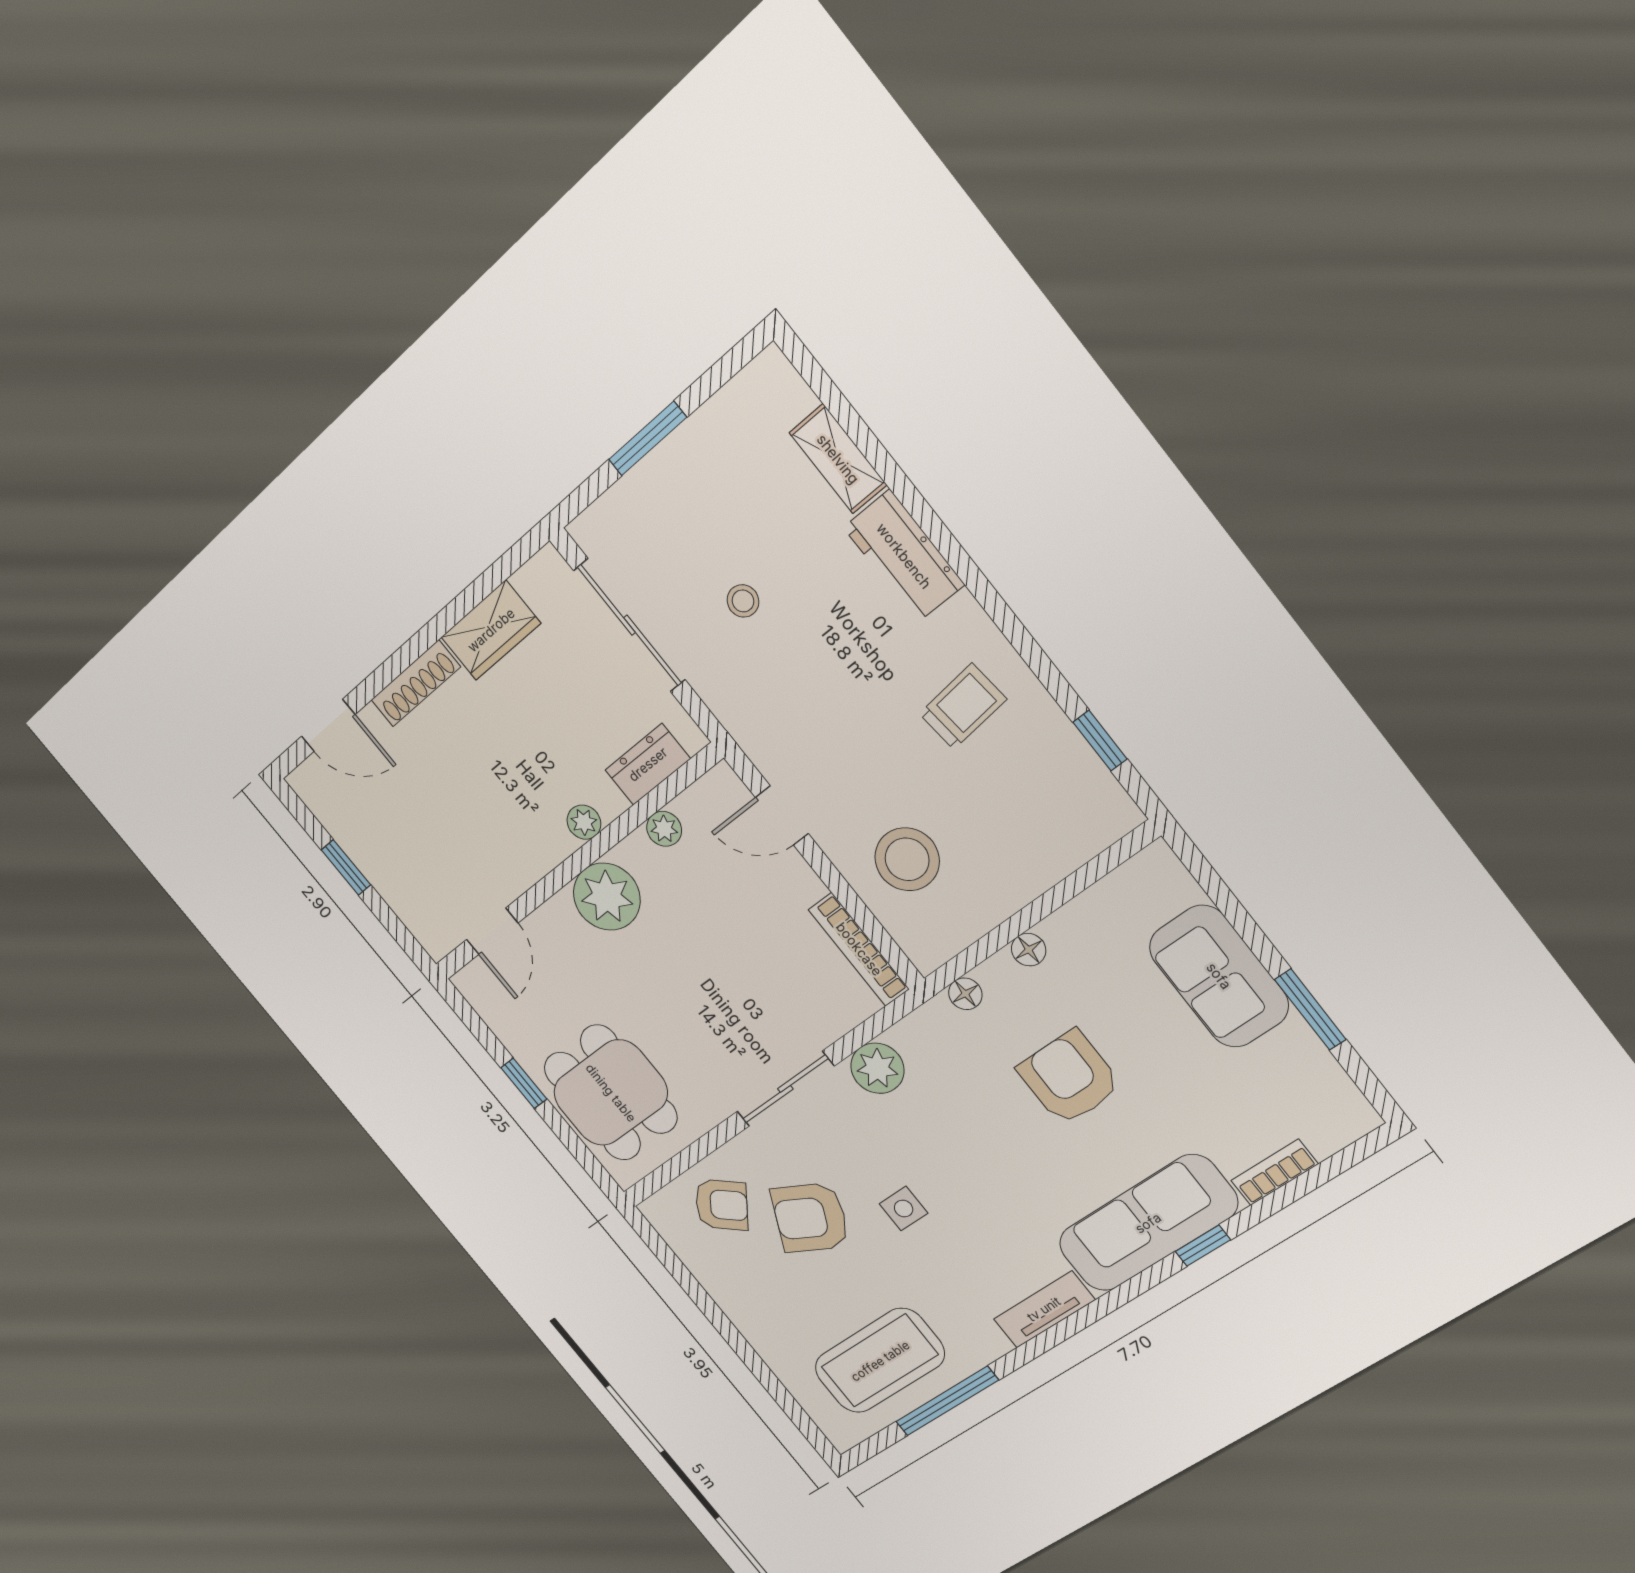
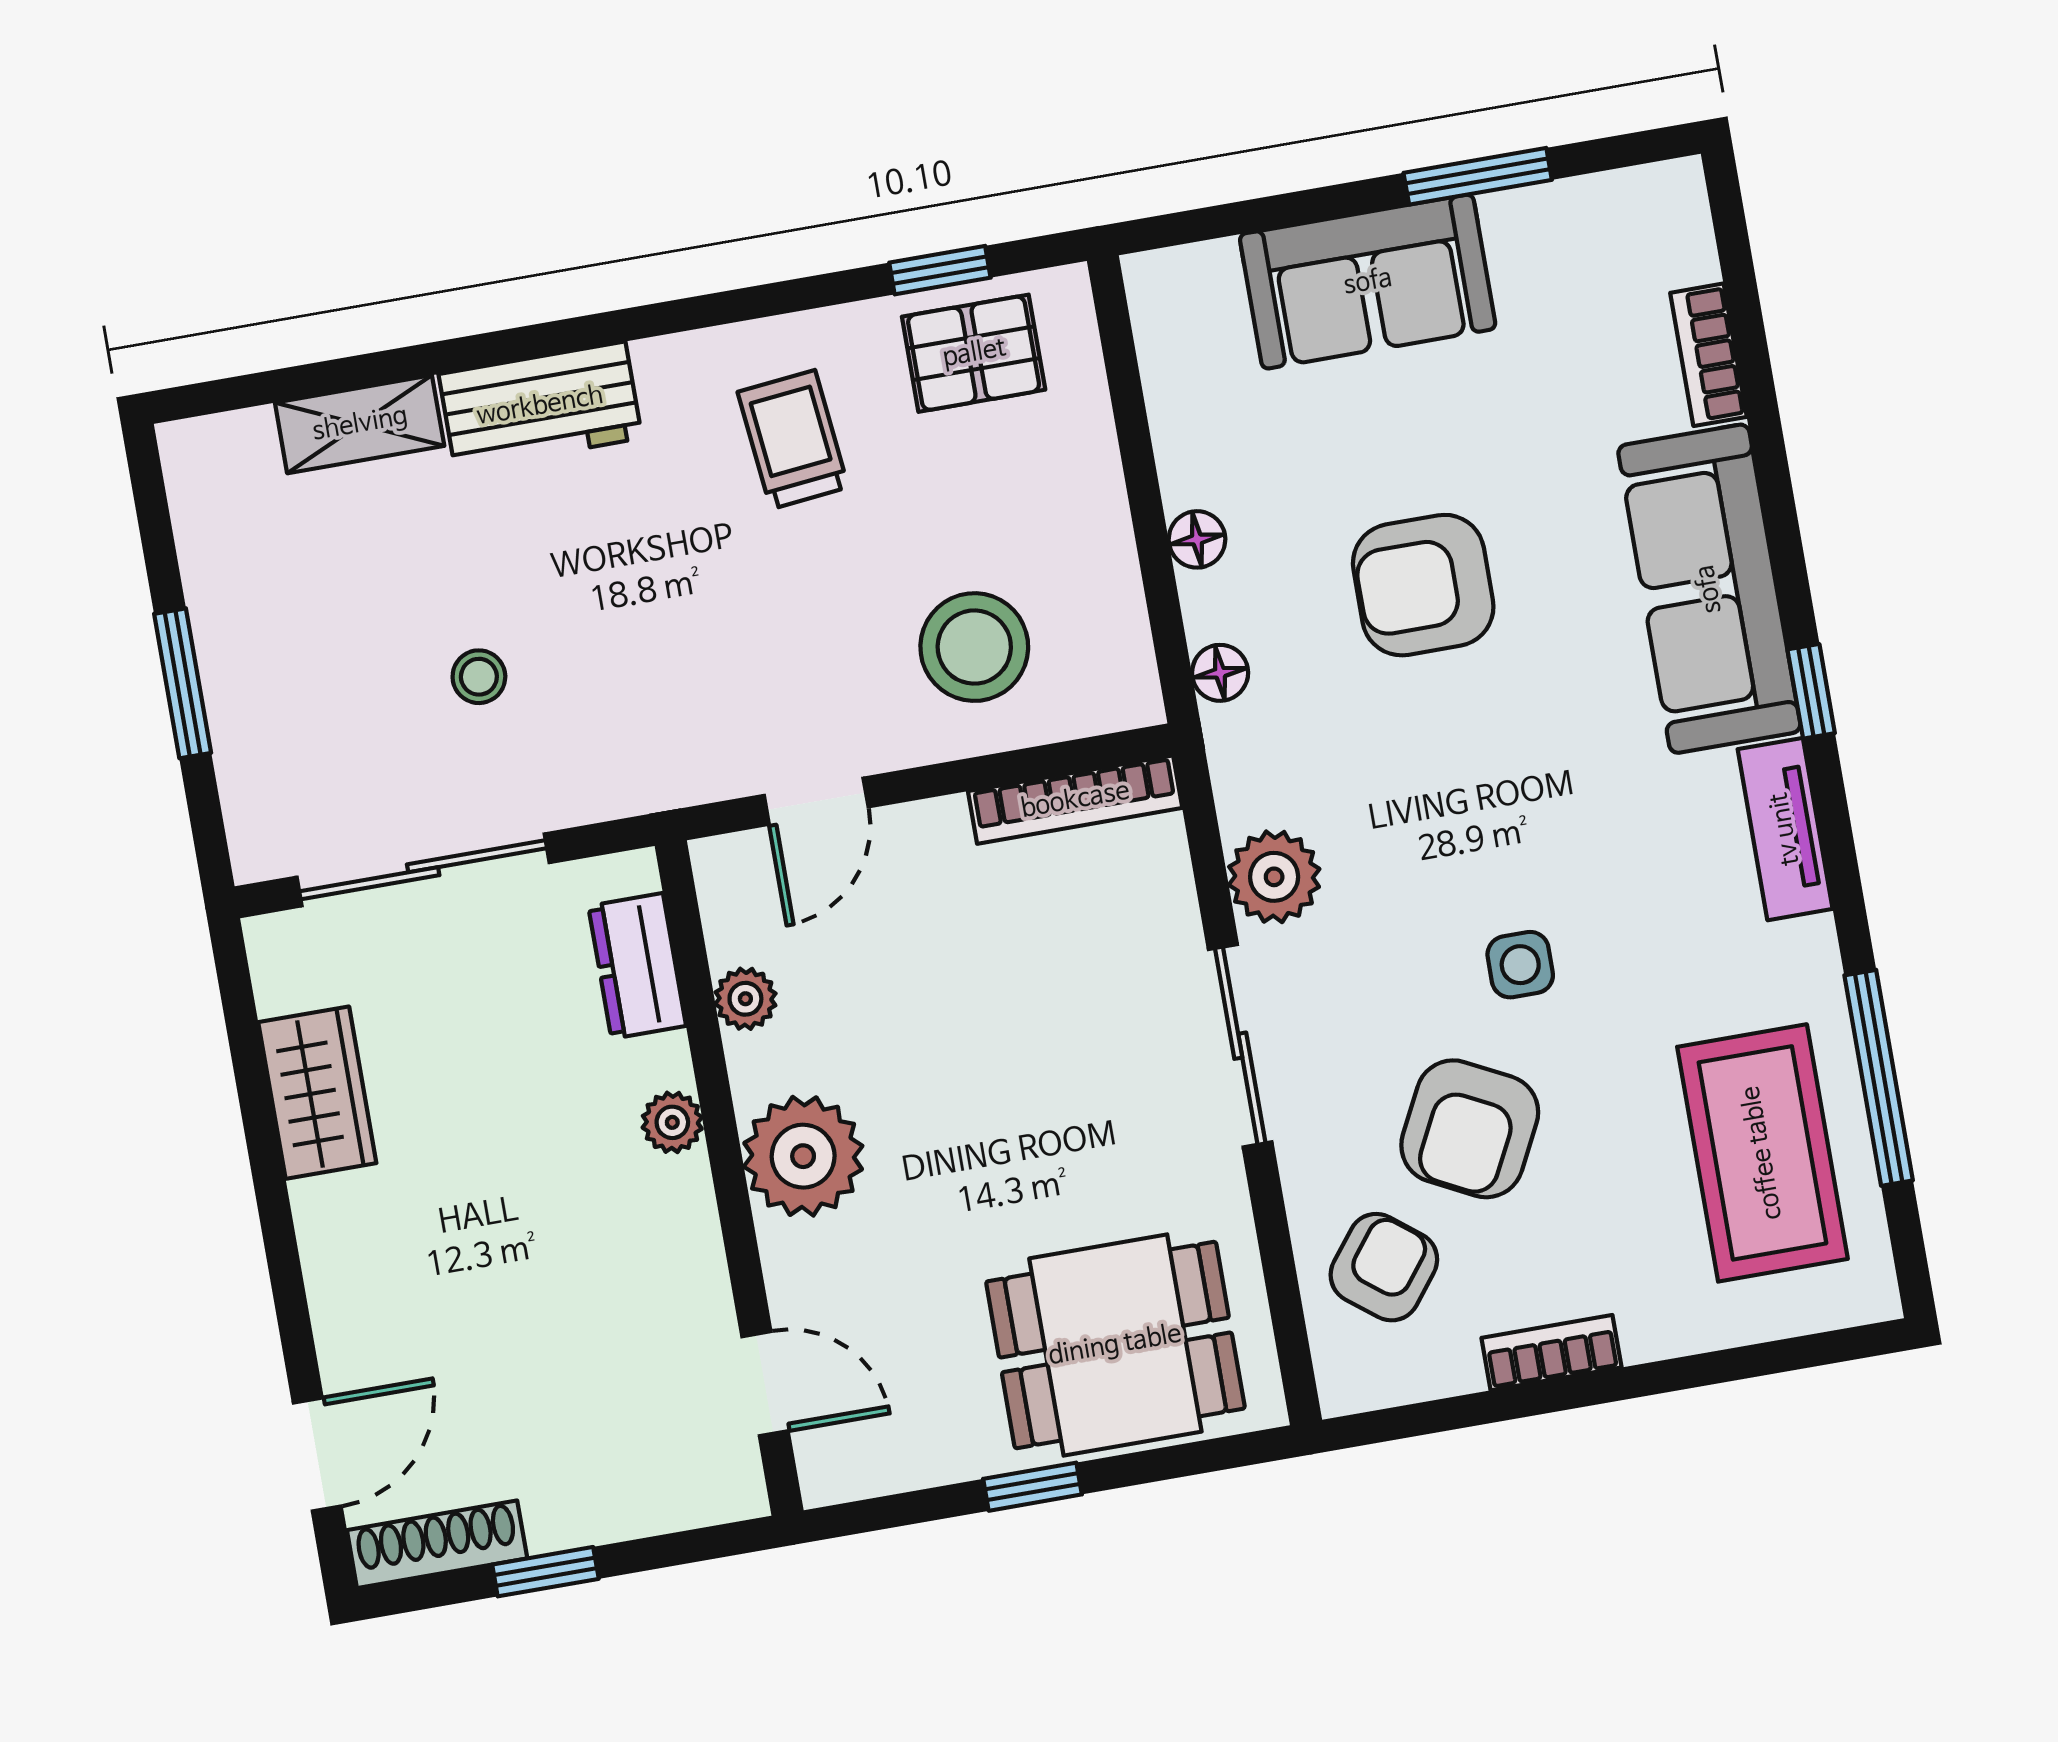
shoe rack: (416, 683) -> (437, 1544), moved, turned -90
pallet: (1064, 782) -> (974, 353), added
window: (1203, 1246) -> (1811, 691), moved
bookcase: (729, 1300) -> (1552, 1353), added

